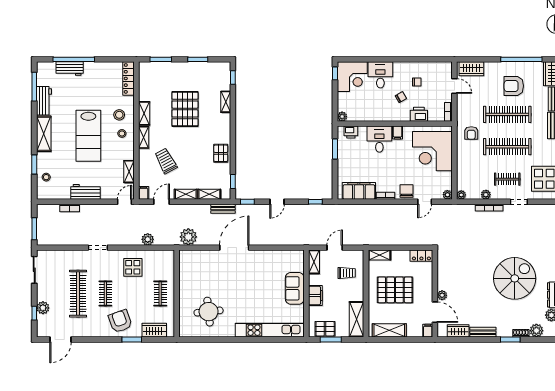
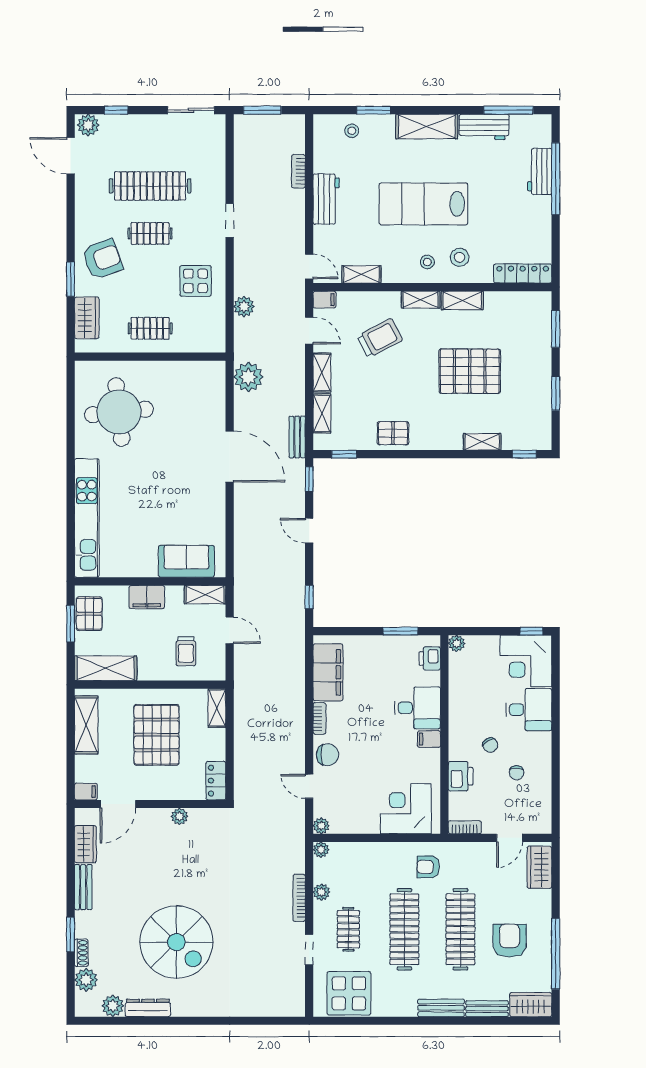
corner desk: (432, 151) -> (406, 809), width x0.74, depth x0.74
sofa: (295, 288) -> (186, 561), moved
plant: (442, 295) -> (180, 816), moved
plant: (43, 308) -> (88, 125), moved
round table: (209, 312) -> (119, 412), width x1.36, depth x1.36

